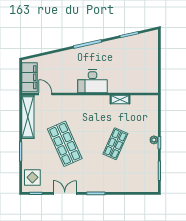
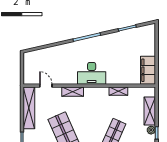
filing cabinet: (30, 77) -> (148, 70), moved, turned 180
shelving: (73, 100) -> (73, 92), added
shelving: (152, 120) -> (150, 111), added

